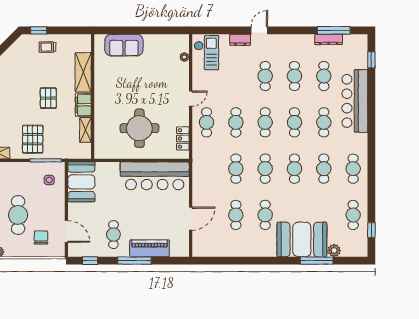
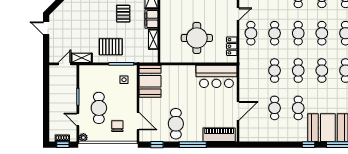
pallet: (33, 139) -> (111, 47), turned 90
bar counter: (155, 176) -> (216, 76), width x0.73
cafe table: (113, 235) -> (176, 124), width x1.37, depth x1.35
piano: (150, 248) -> (219, 135), moved
window: (278, 261) -> (309, 145), added

